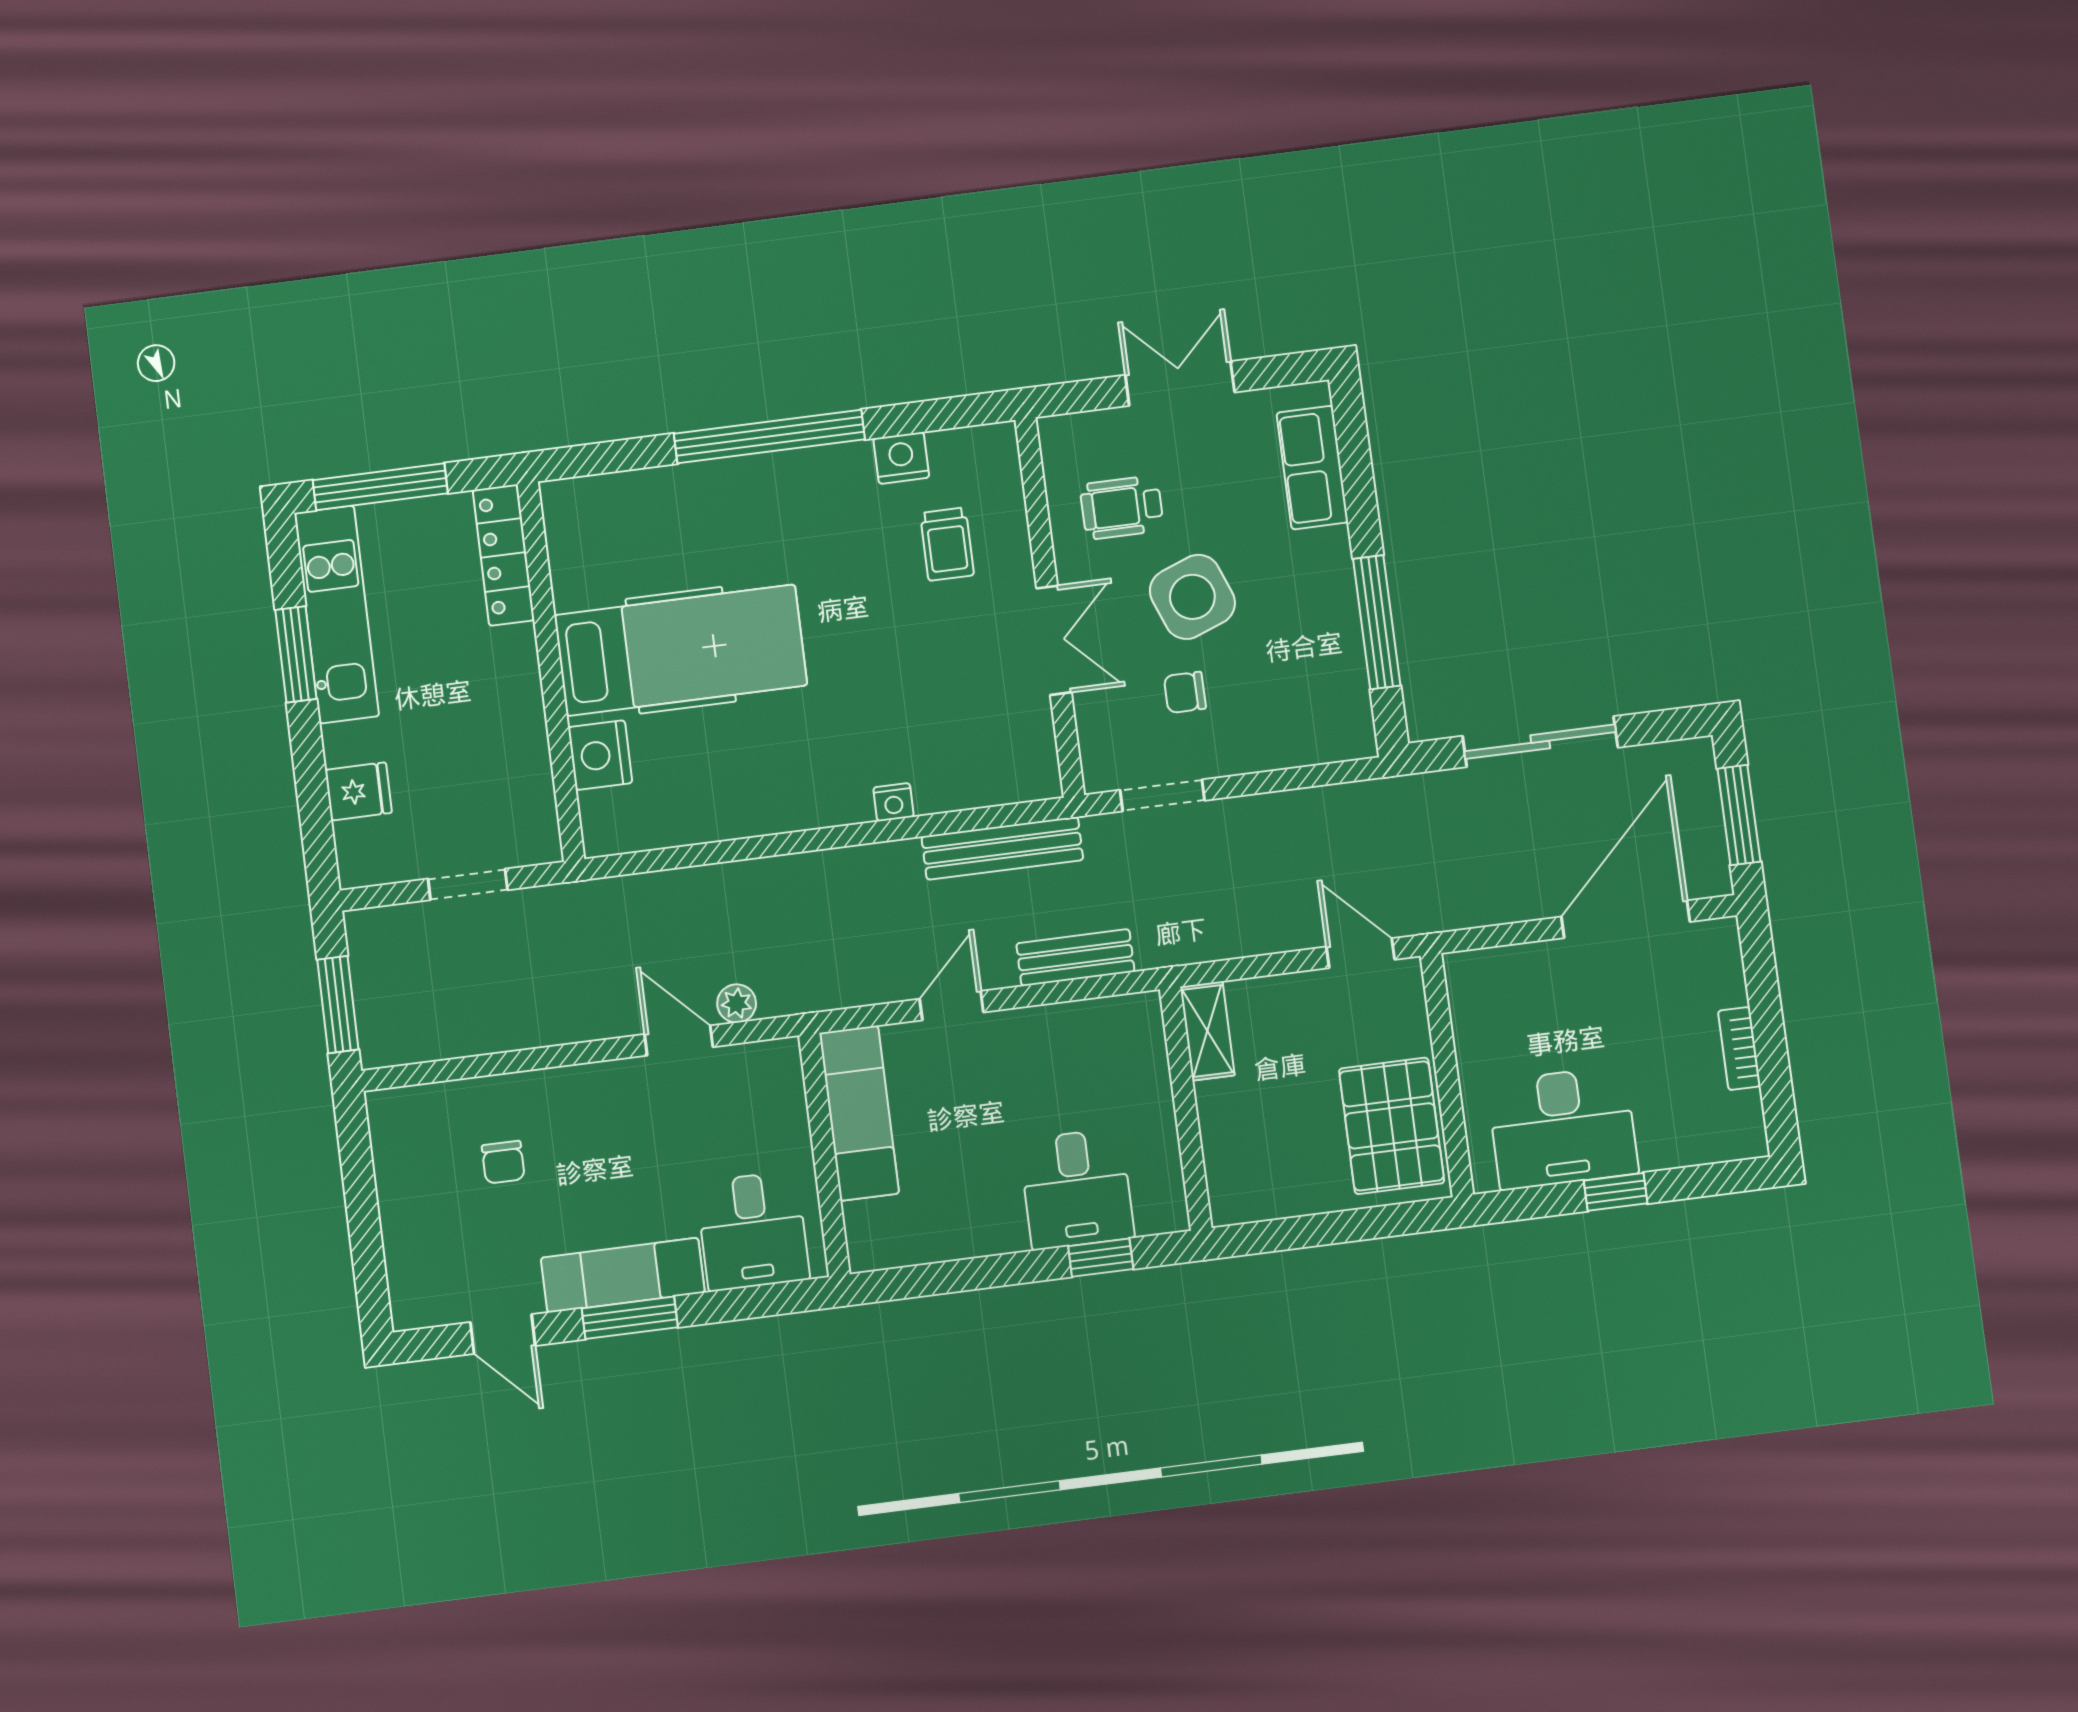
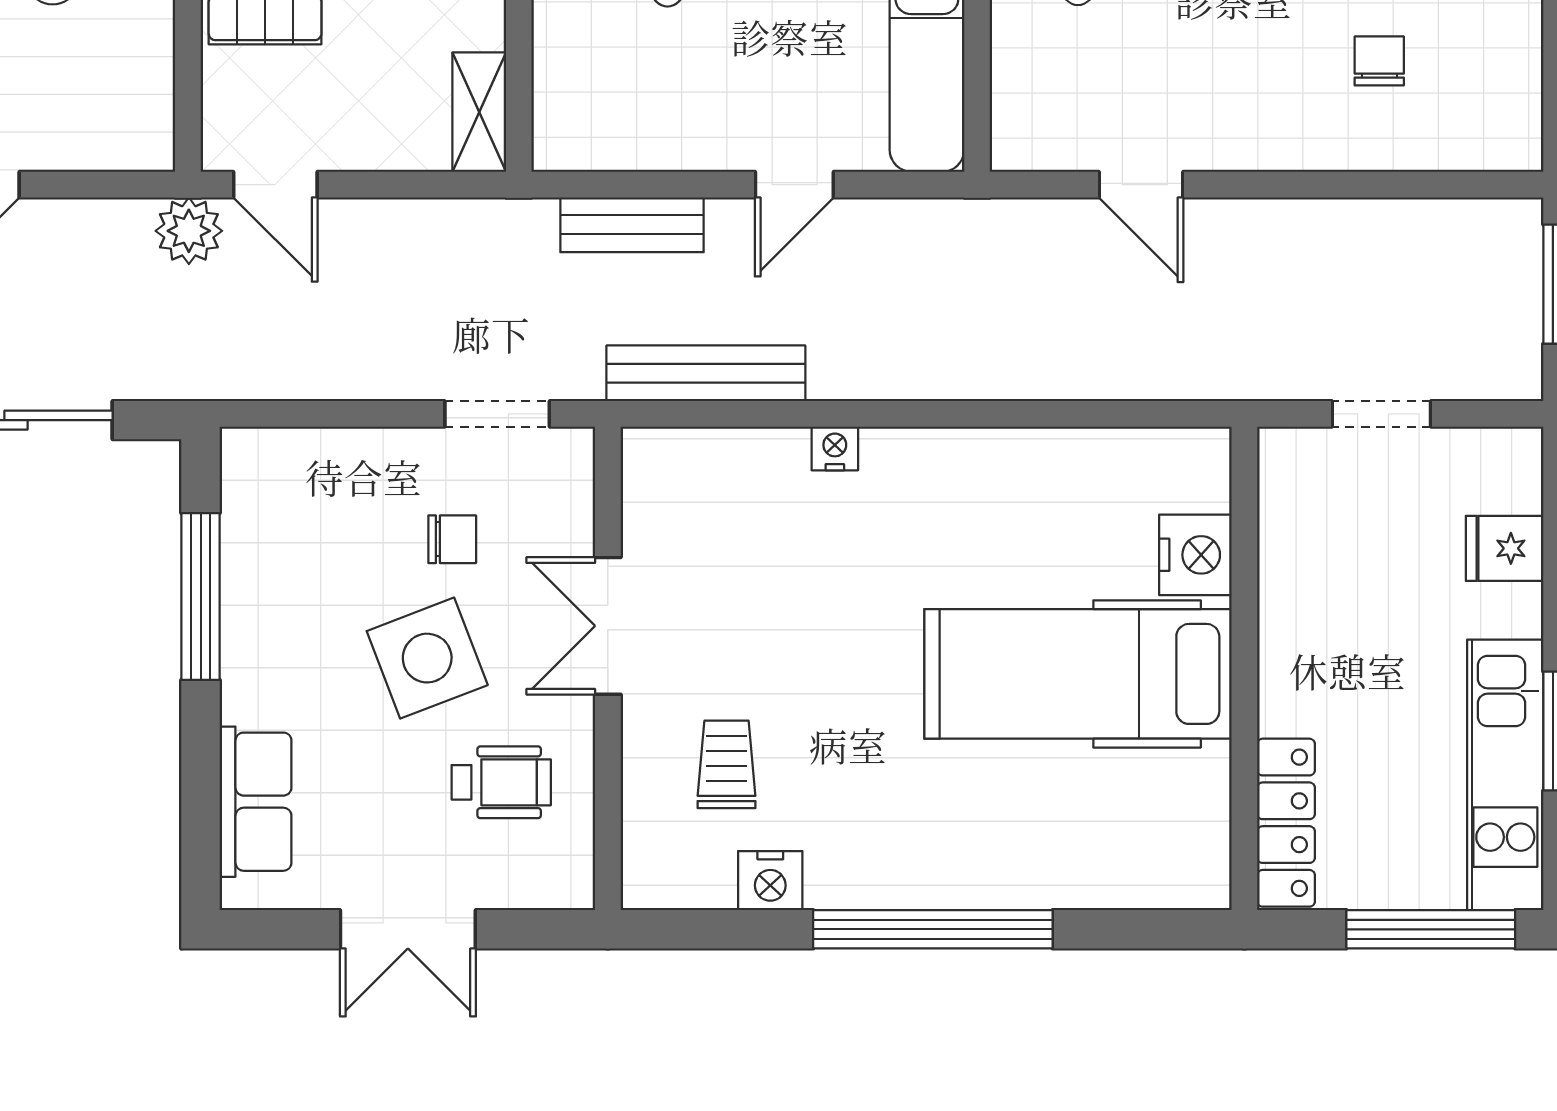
plant: (737, 1003) -> (189, 231), moved, width x1.38, depth x1.38

